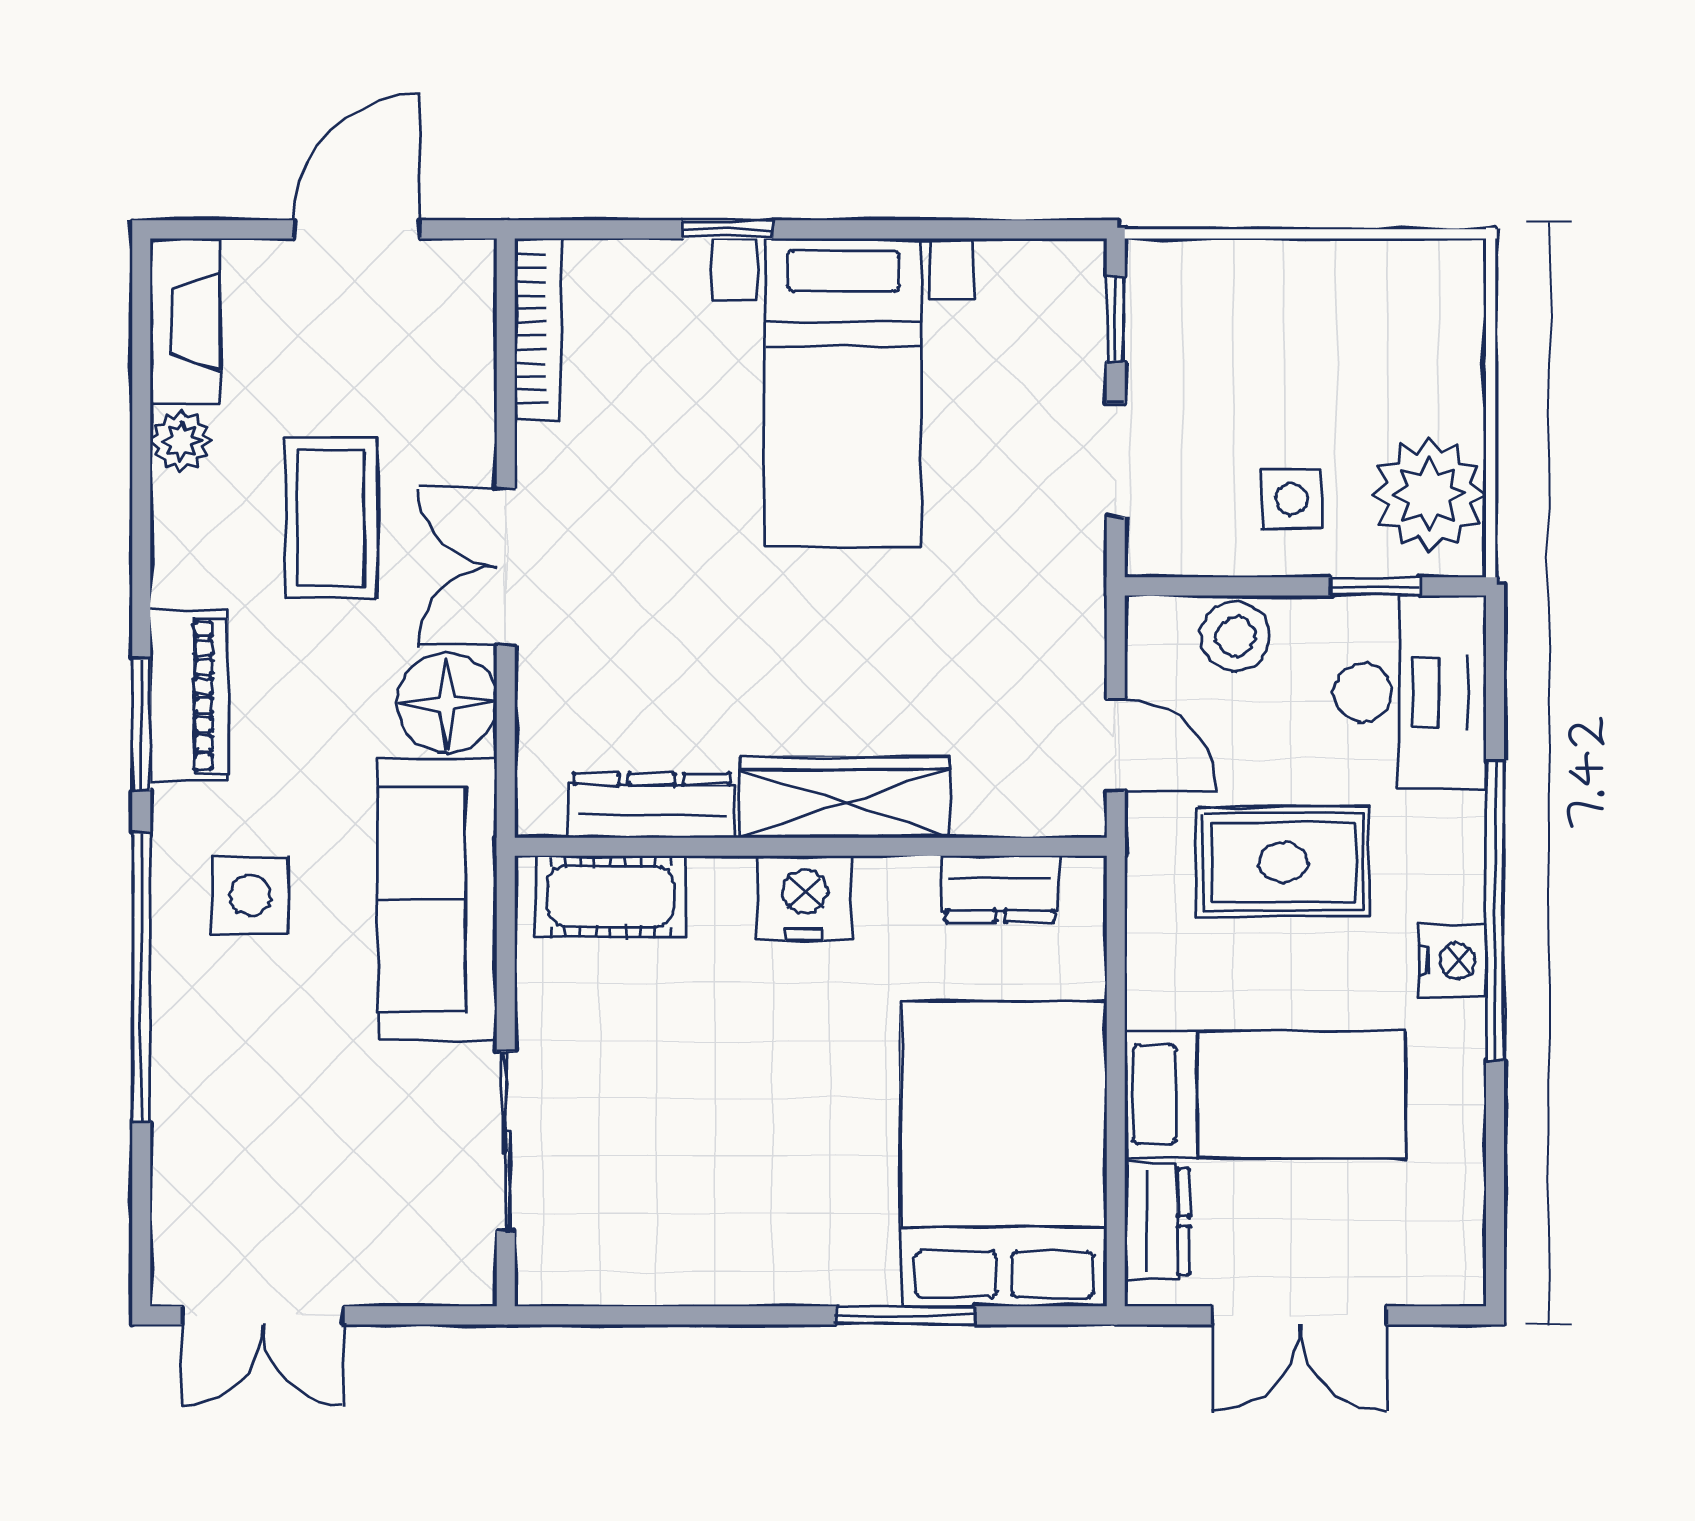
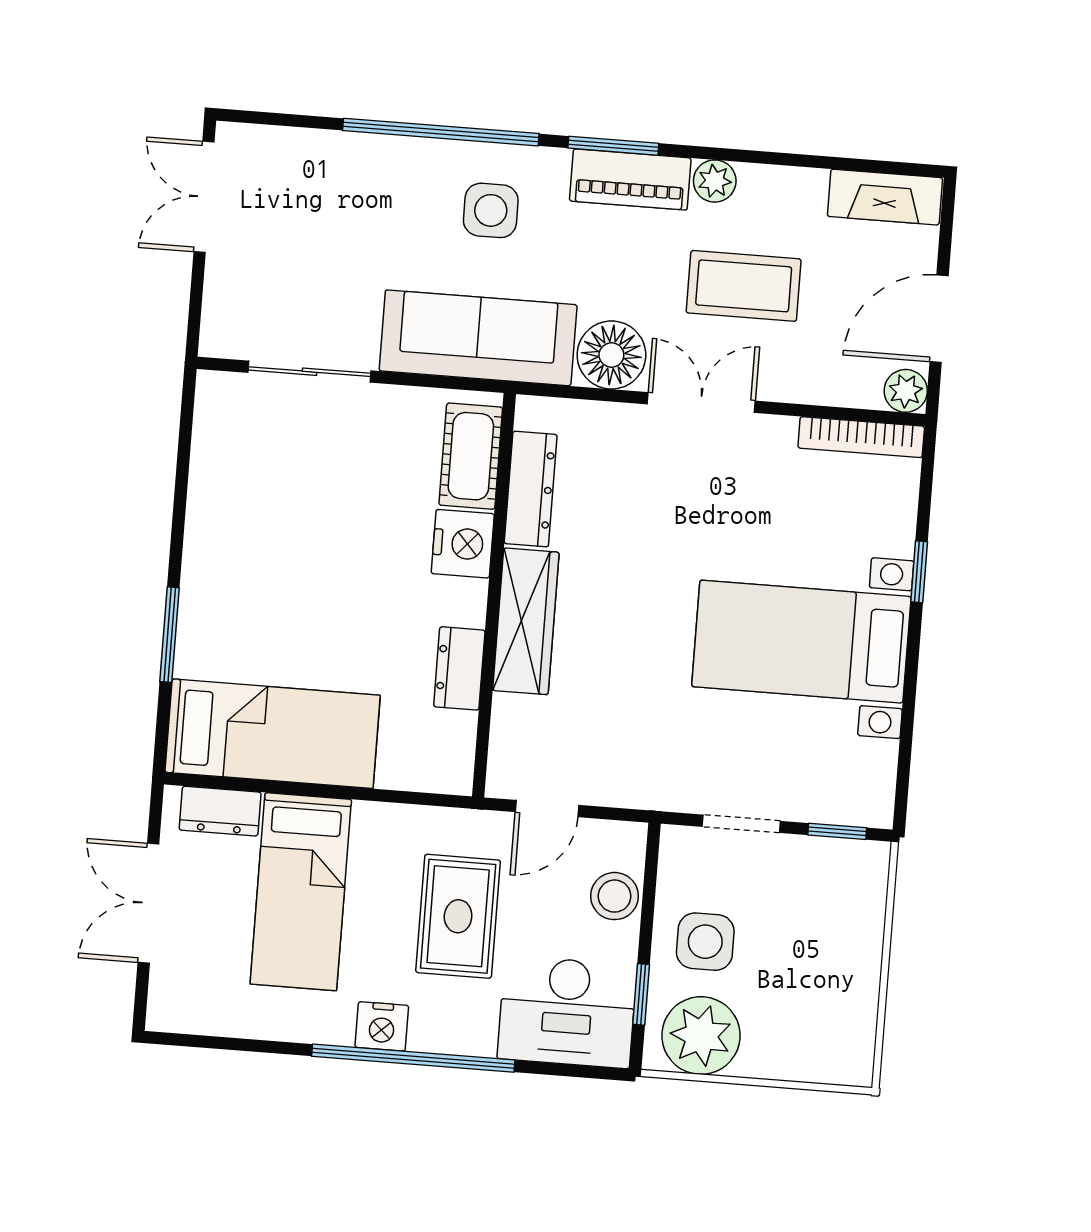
door: (357, 229) -> (939, 319), swing flipped
plant: (465, 270) -> (906, 391), added
plant: (181, 441) -> (715, 181), moved
side table: (1292, 499) -> (705, 942), width x1.37, depth x1.37
dresser: (1000, 889) -> (459, 668), moved
nightstand: (805, 898) -> (463, 544), moved
bed: (1004, 1154) -> (273, 734), width x0.67

